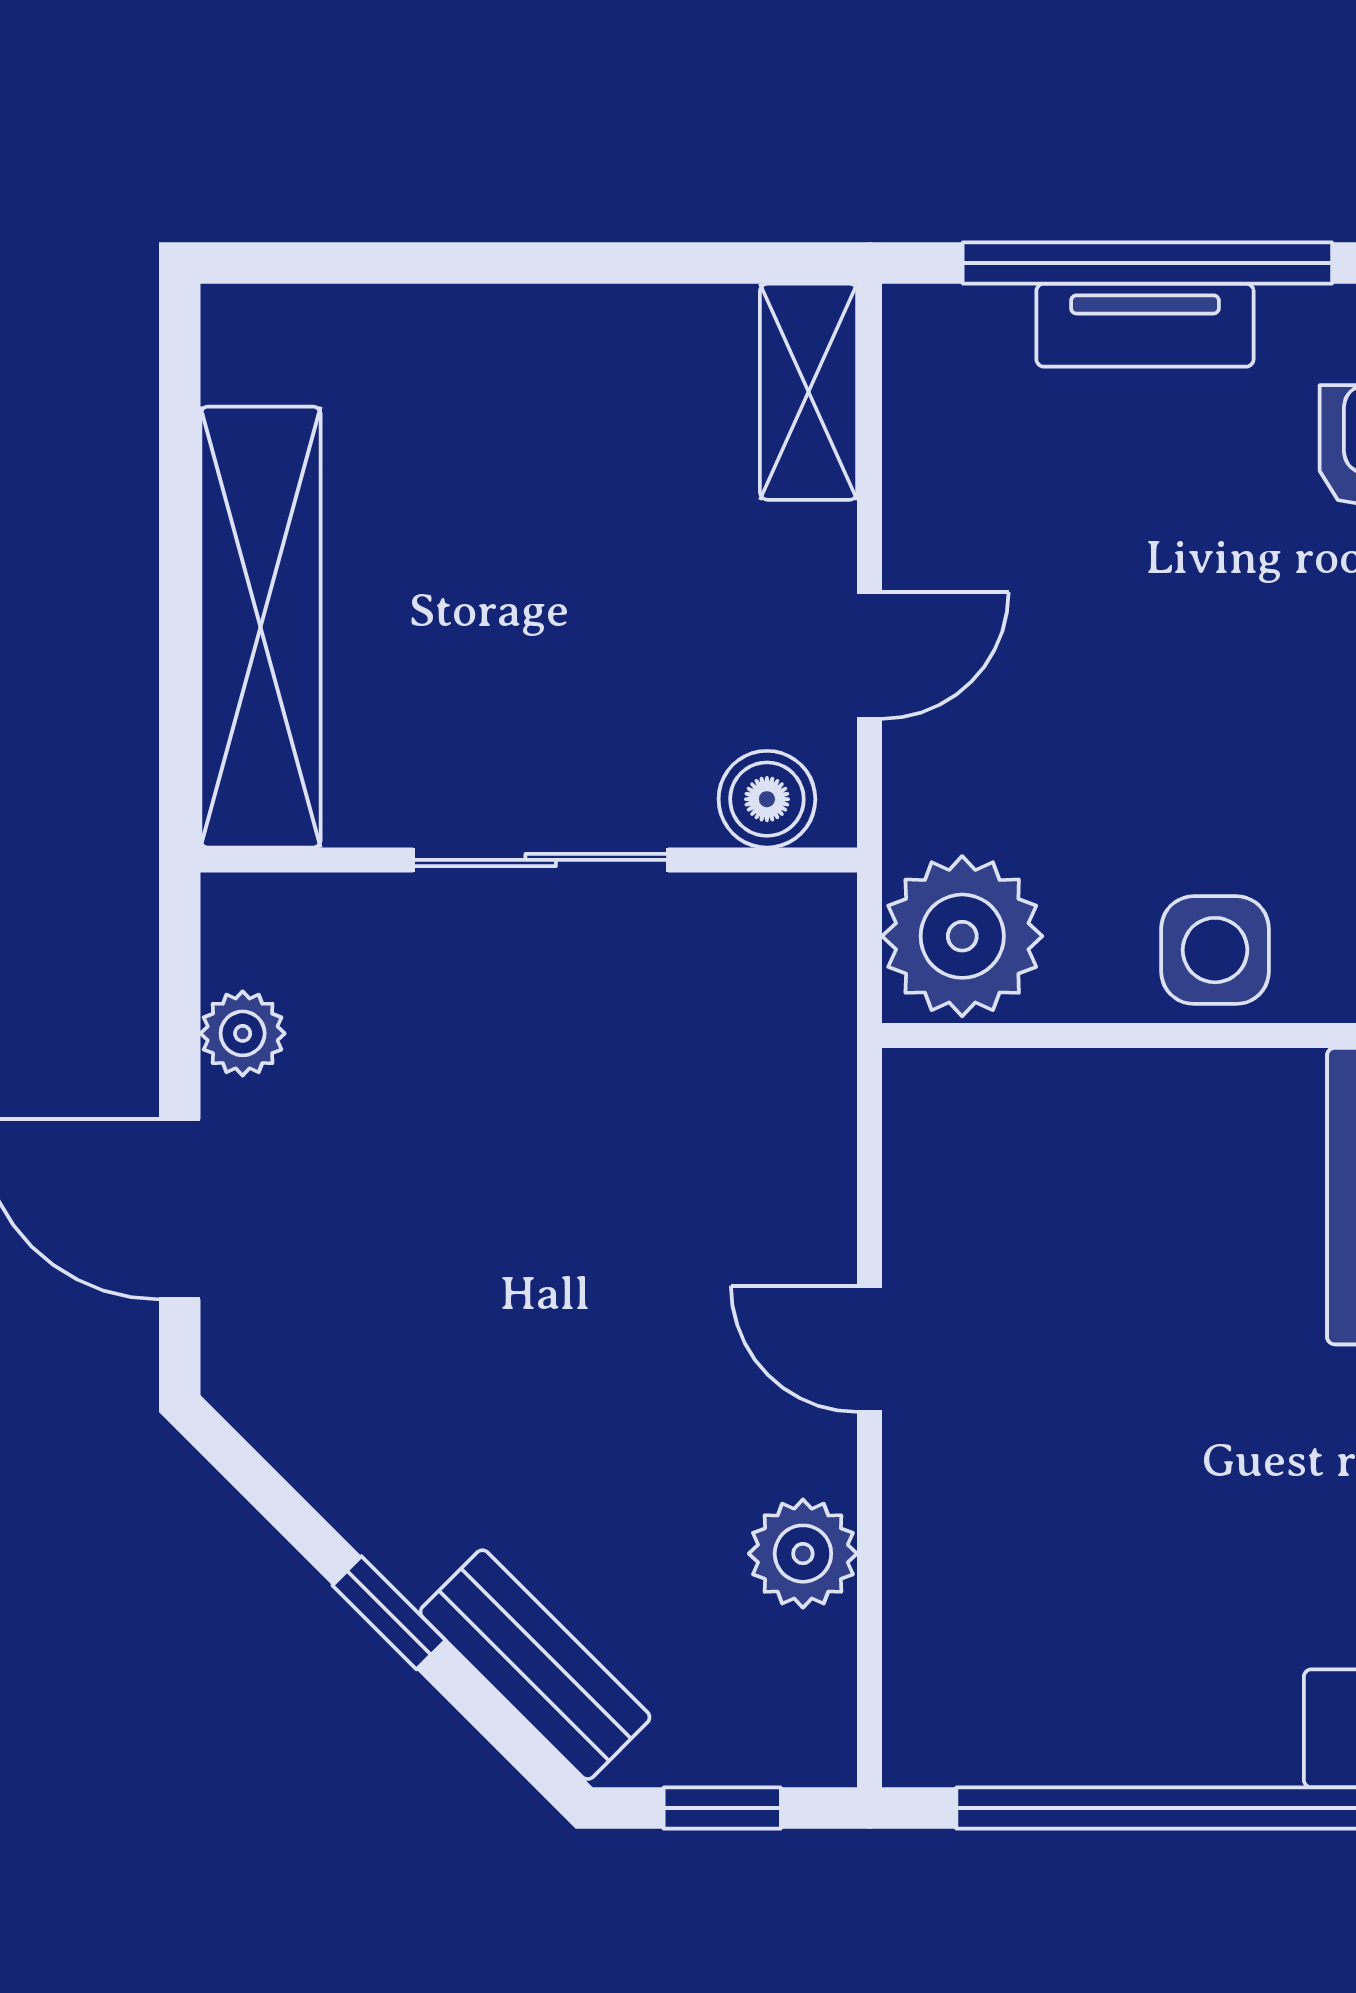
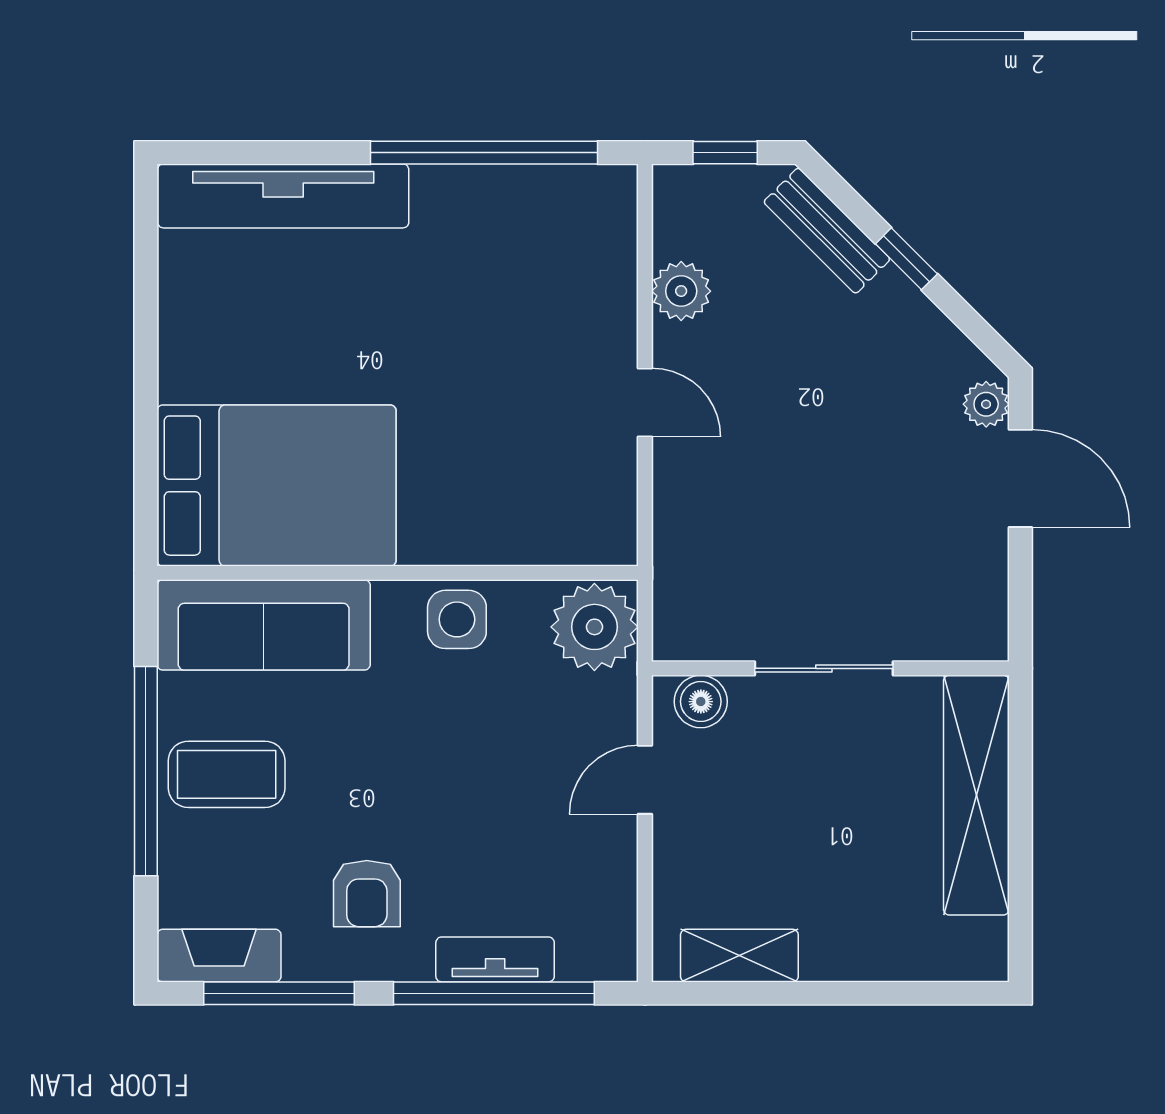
shelving: (809, 392) -> (739, 956), moved, turned 90
plant: (243, 1033) -> (986, 404), moved

